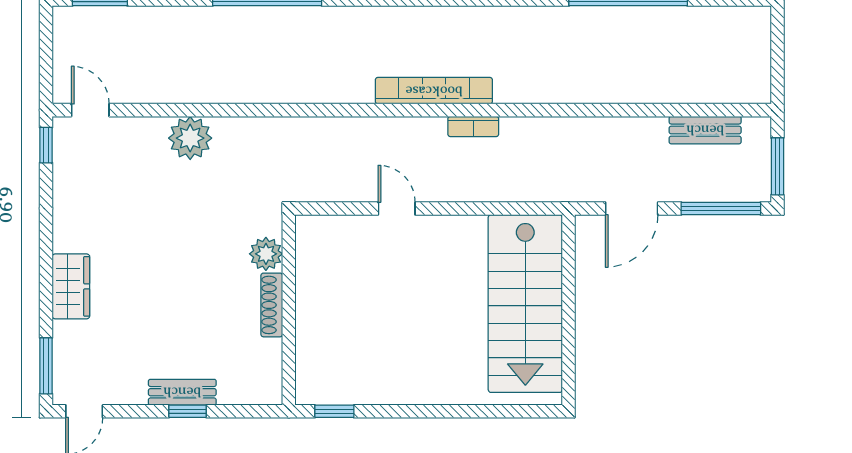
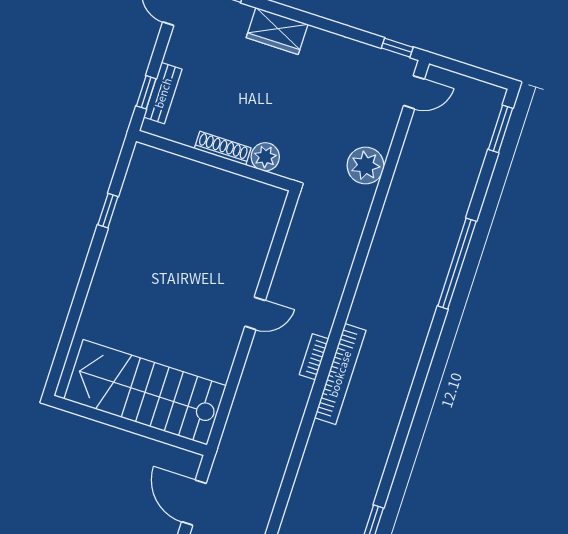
bookcase: (473, 126) -> (314, 357), moved
plant: (266, 254) -> (265, 157), moved
shoe rack: (272, 305) -> (223, 148), moved
wall: (289, 310) -> (214, 161), moved

